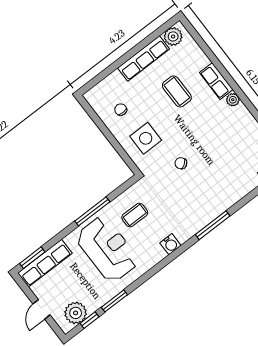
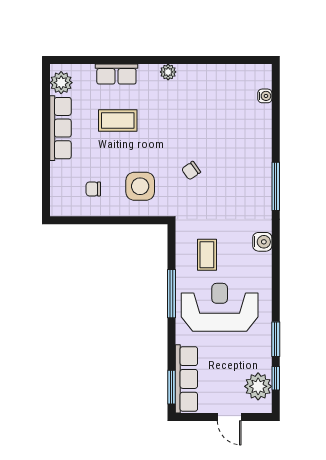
row of seats: (216, 81) -> (116, 74), moved

